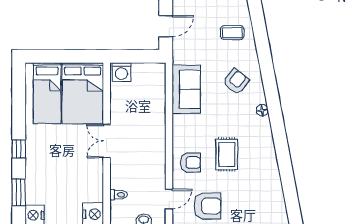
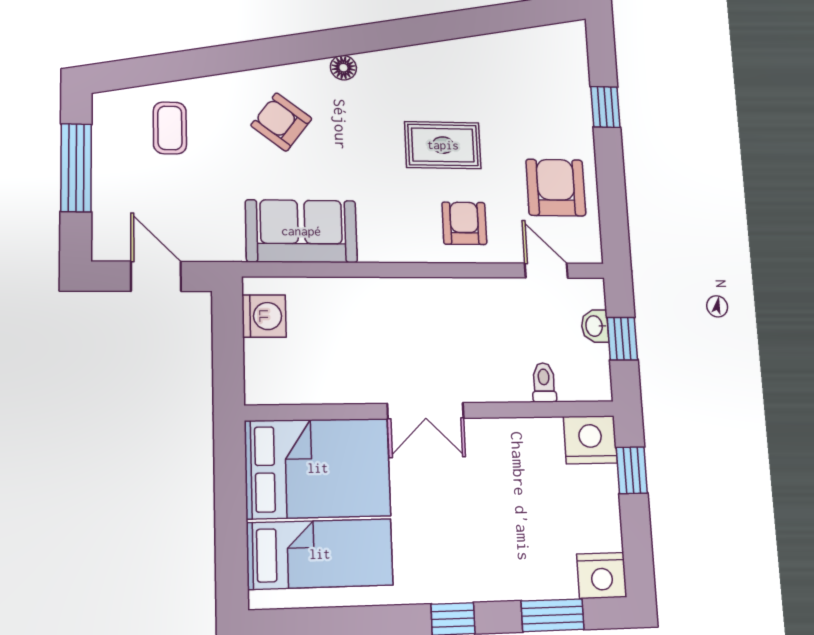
washing machine: (121, 72) -> (264, 316), moved

